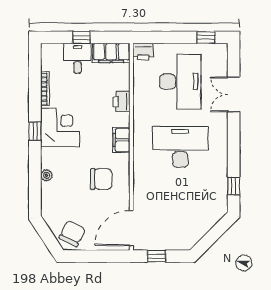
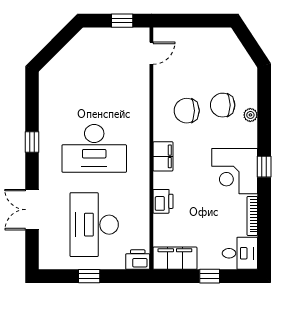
window: (206, 37) -> (89, 276), moved
desk: (77, 58) -> (240, 253), moved, turned -90
double door: (234, 94) -> (32, 210), swing flipped
window: (234, 186) -> (32, 142), moved
door: (131, 228) -> (151, 53), width x0.53
chair: (72, 233) -> (223, 105), moved, turned 63

